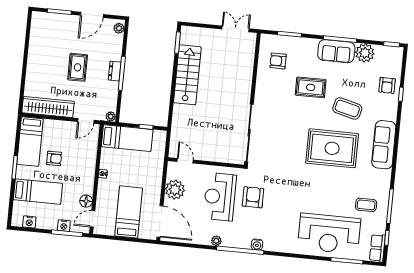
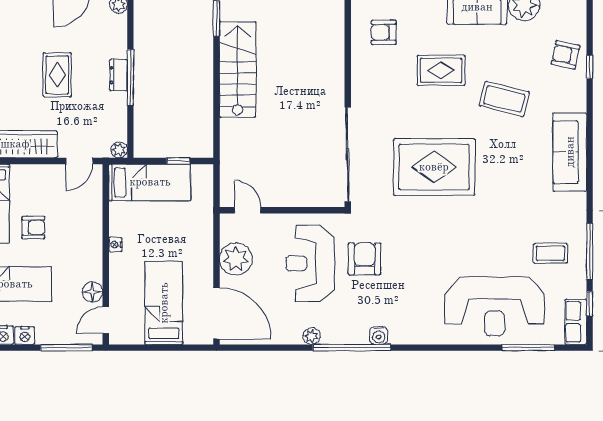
armchair: (387, 85) -> (566, 55), turned 102
rug: (332, 148) -> (434, 167), moved
nightstand: (64, 226) -> (25, 336), moved

